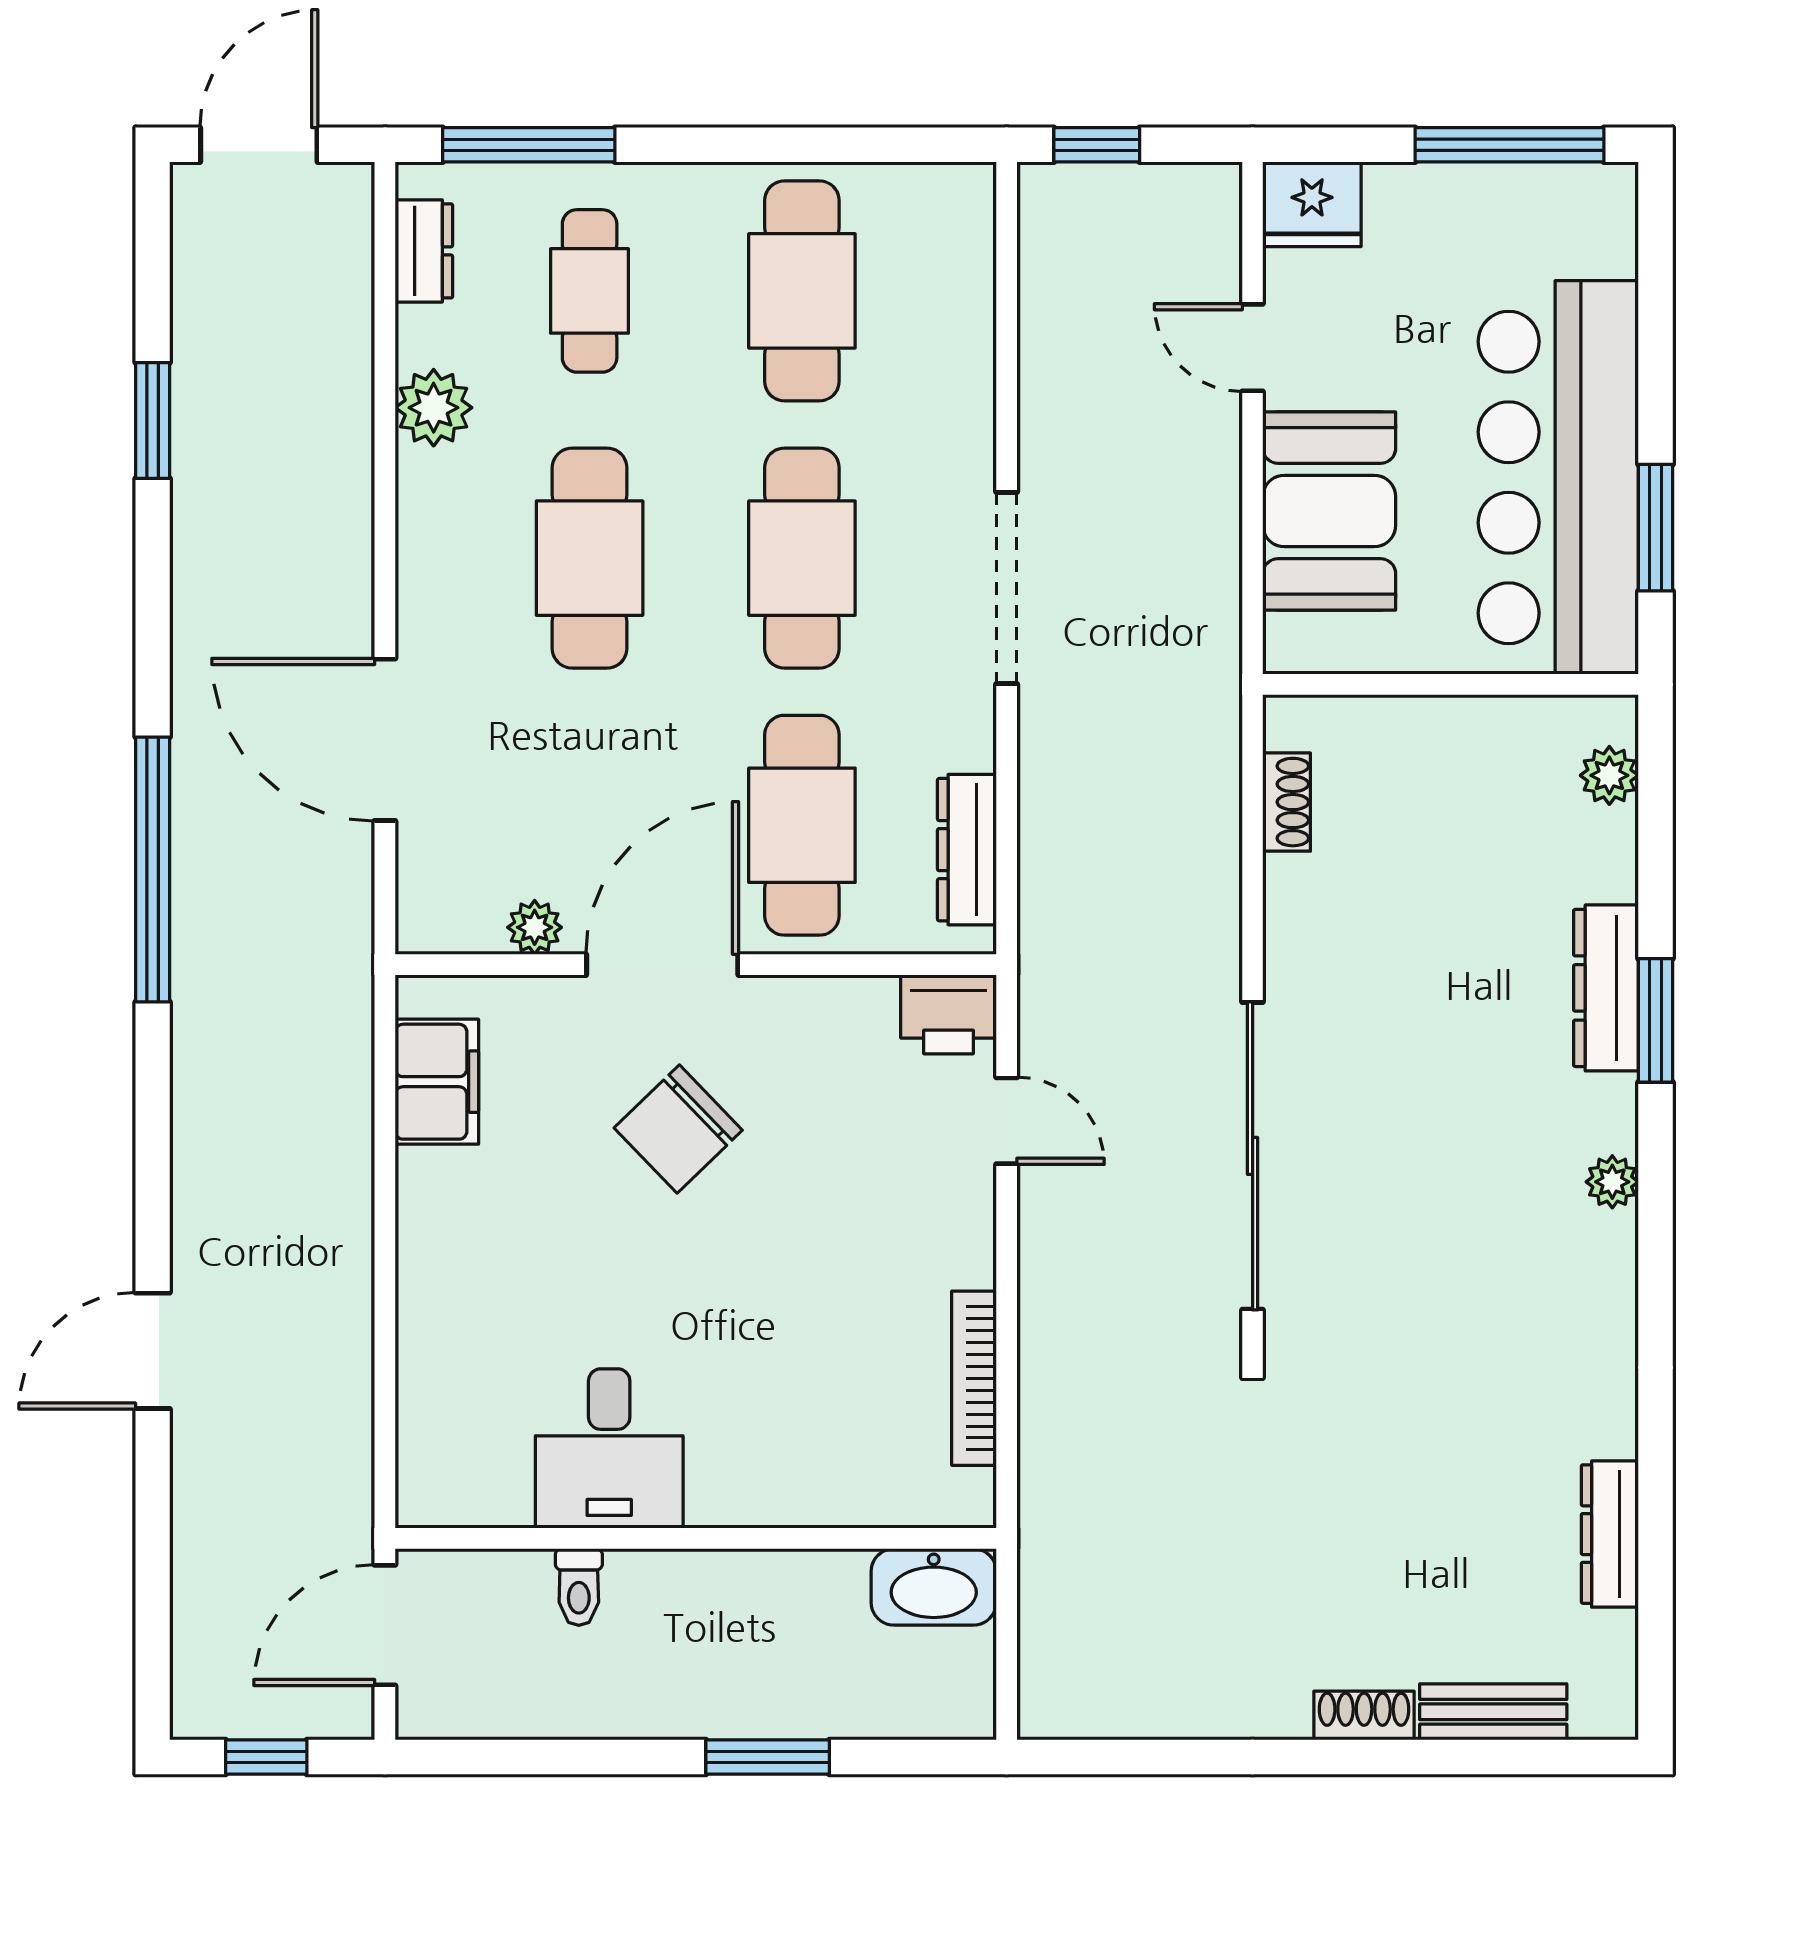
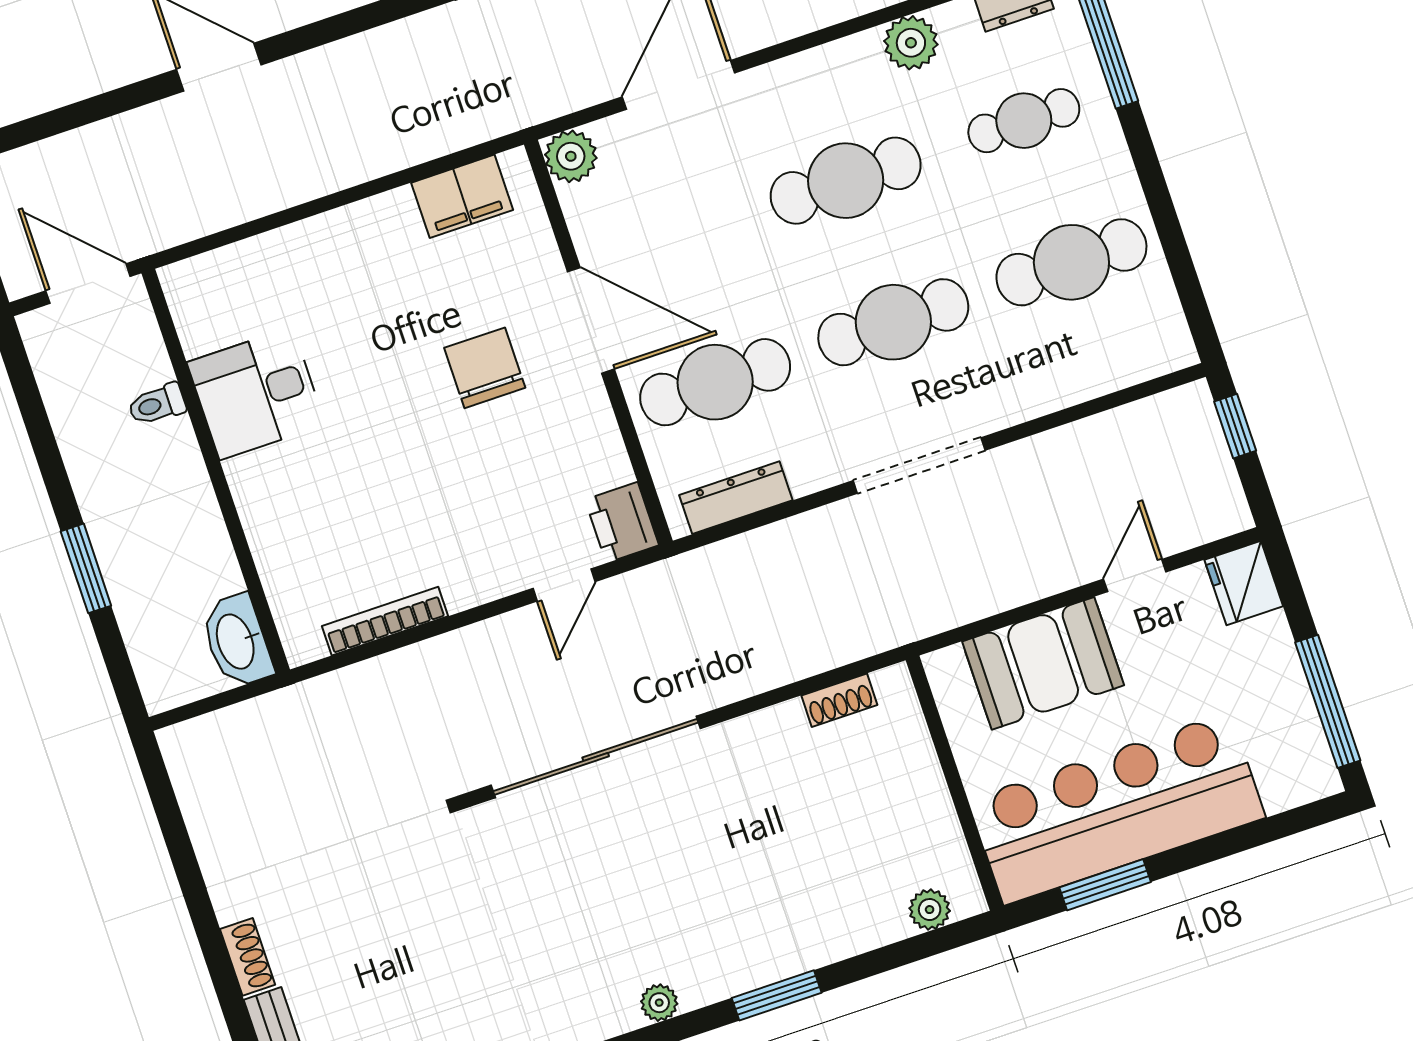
plant: (535, 927) -> (571, 156), moved, width x1.38, depth x1.38
dresser: (1606, 988) -> (787, 955), removed
chair: (678, 1129) -> (485, 368), turned 44

